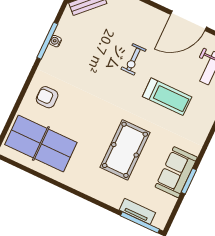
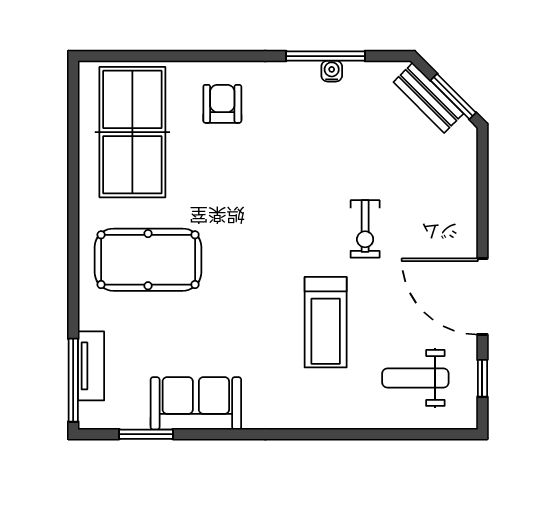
exercise bike: (133, 59) -> (365, 229), turned -90
pool table: (125, 150) -> (148, 260), moved
window: (189, 181) -> (146, 434), moved

